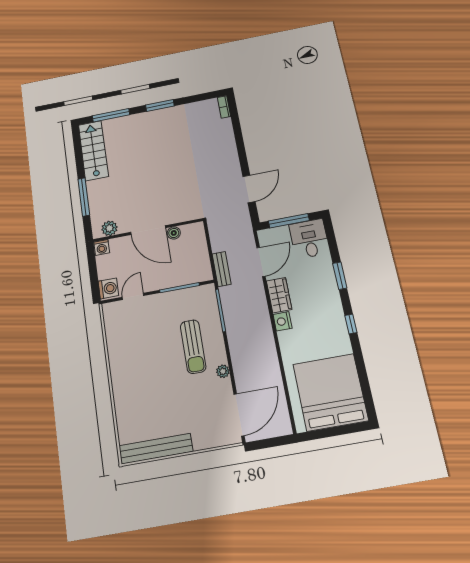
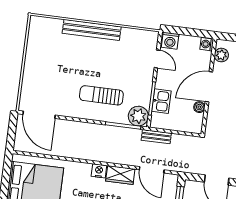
kitchen sink: (179, 276) -> (161, 101), added
plant: (223, 371) -> (138, 116), moved, width x1.88, depth x1.88
bench: (156, 449) -> (92, 30), moved, turned 90

